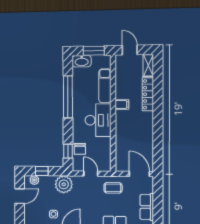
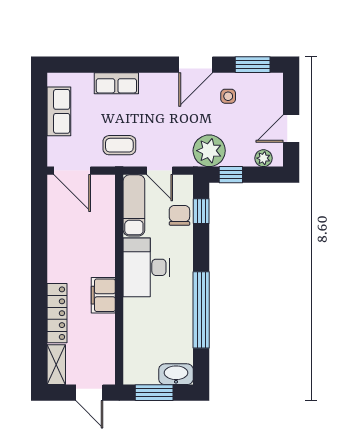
exam couch: (105, 86) -> (134, 205), moved
filing cabinet: (122, 105) -> (103, 295), width x2.00
window: (42, 171) -> (231, 175), moved

